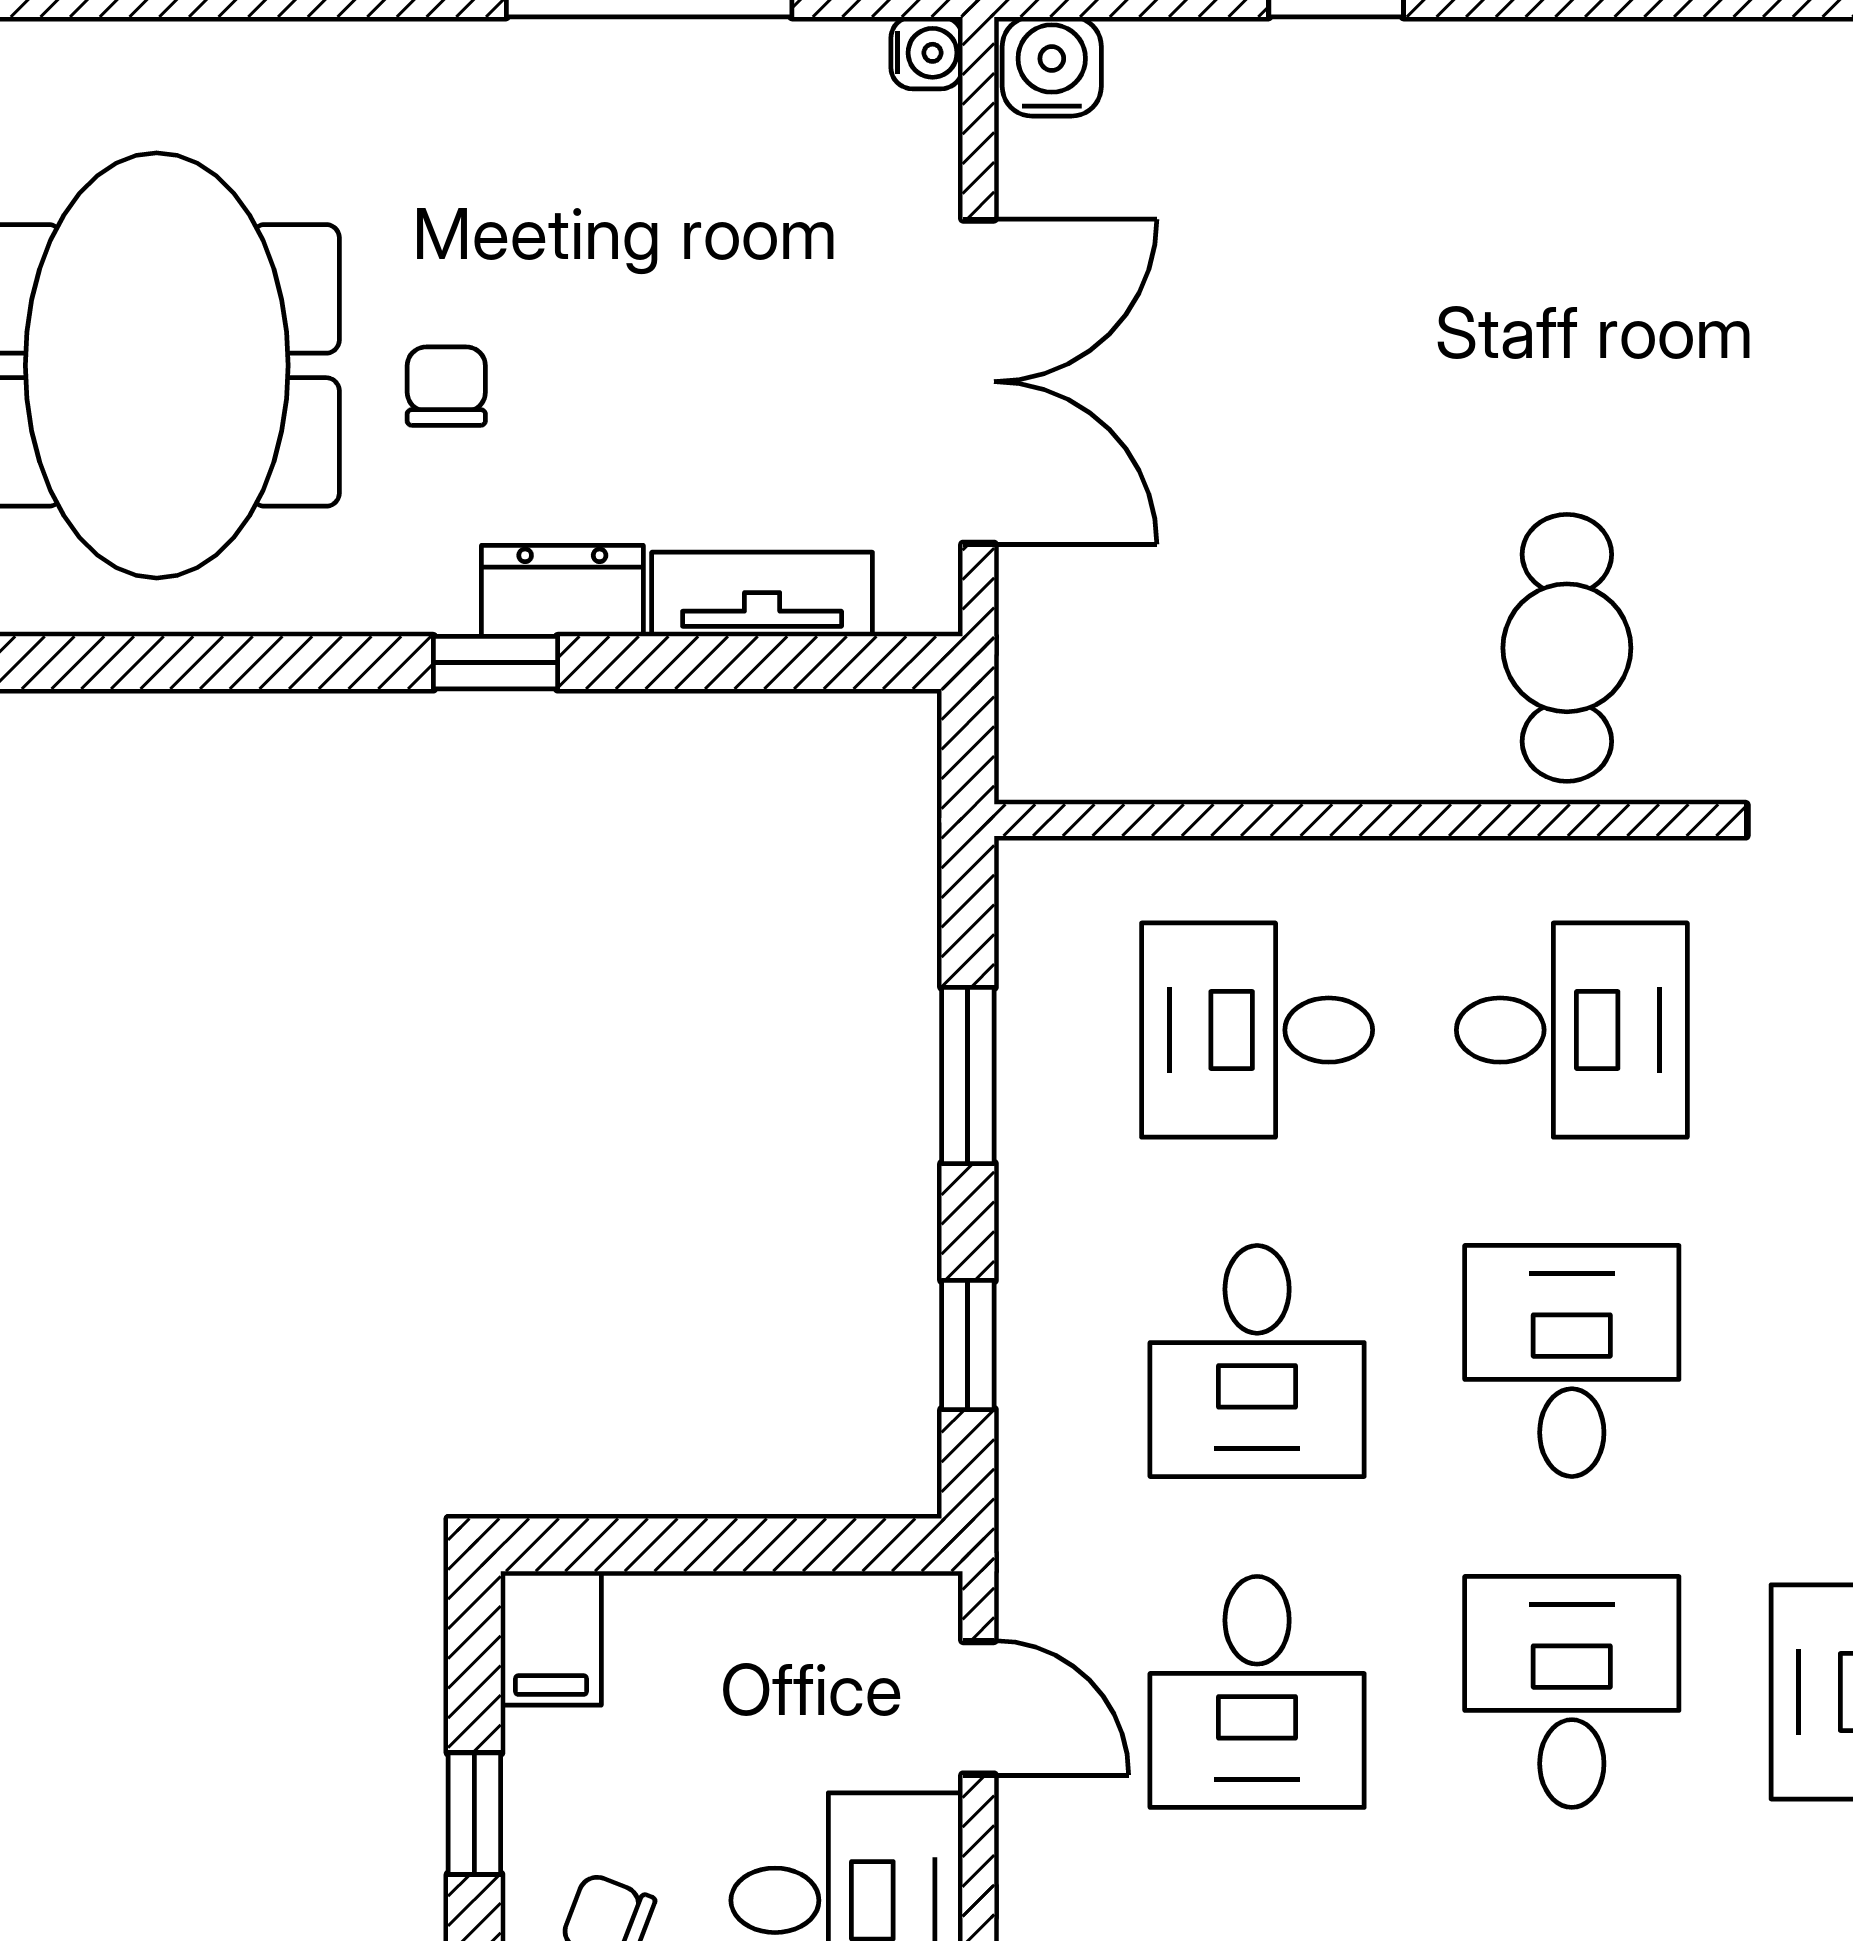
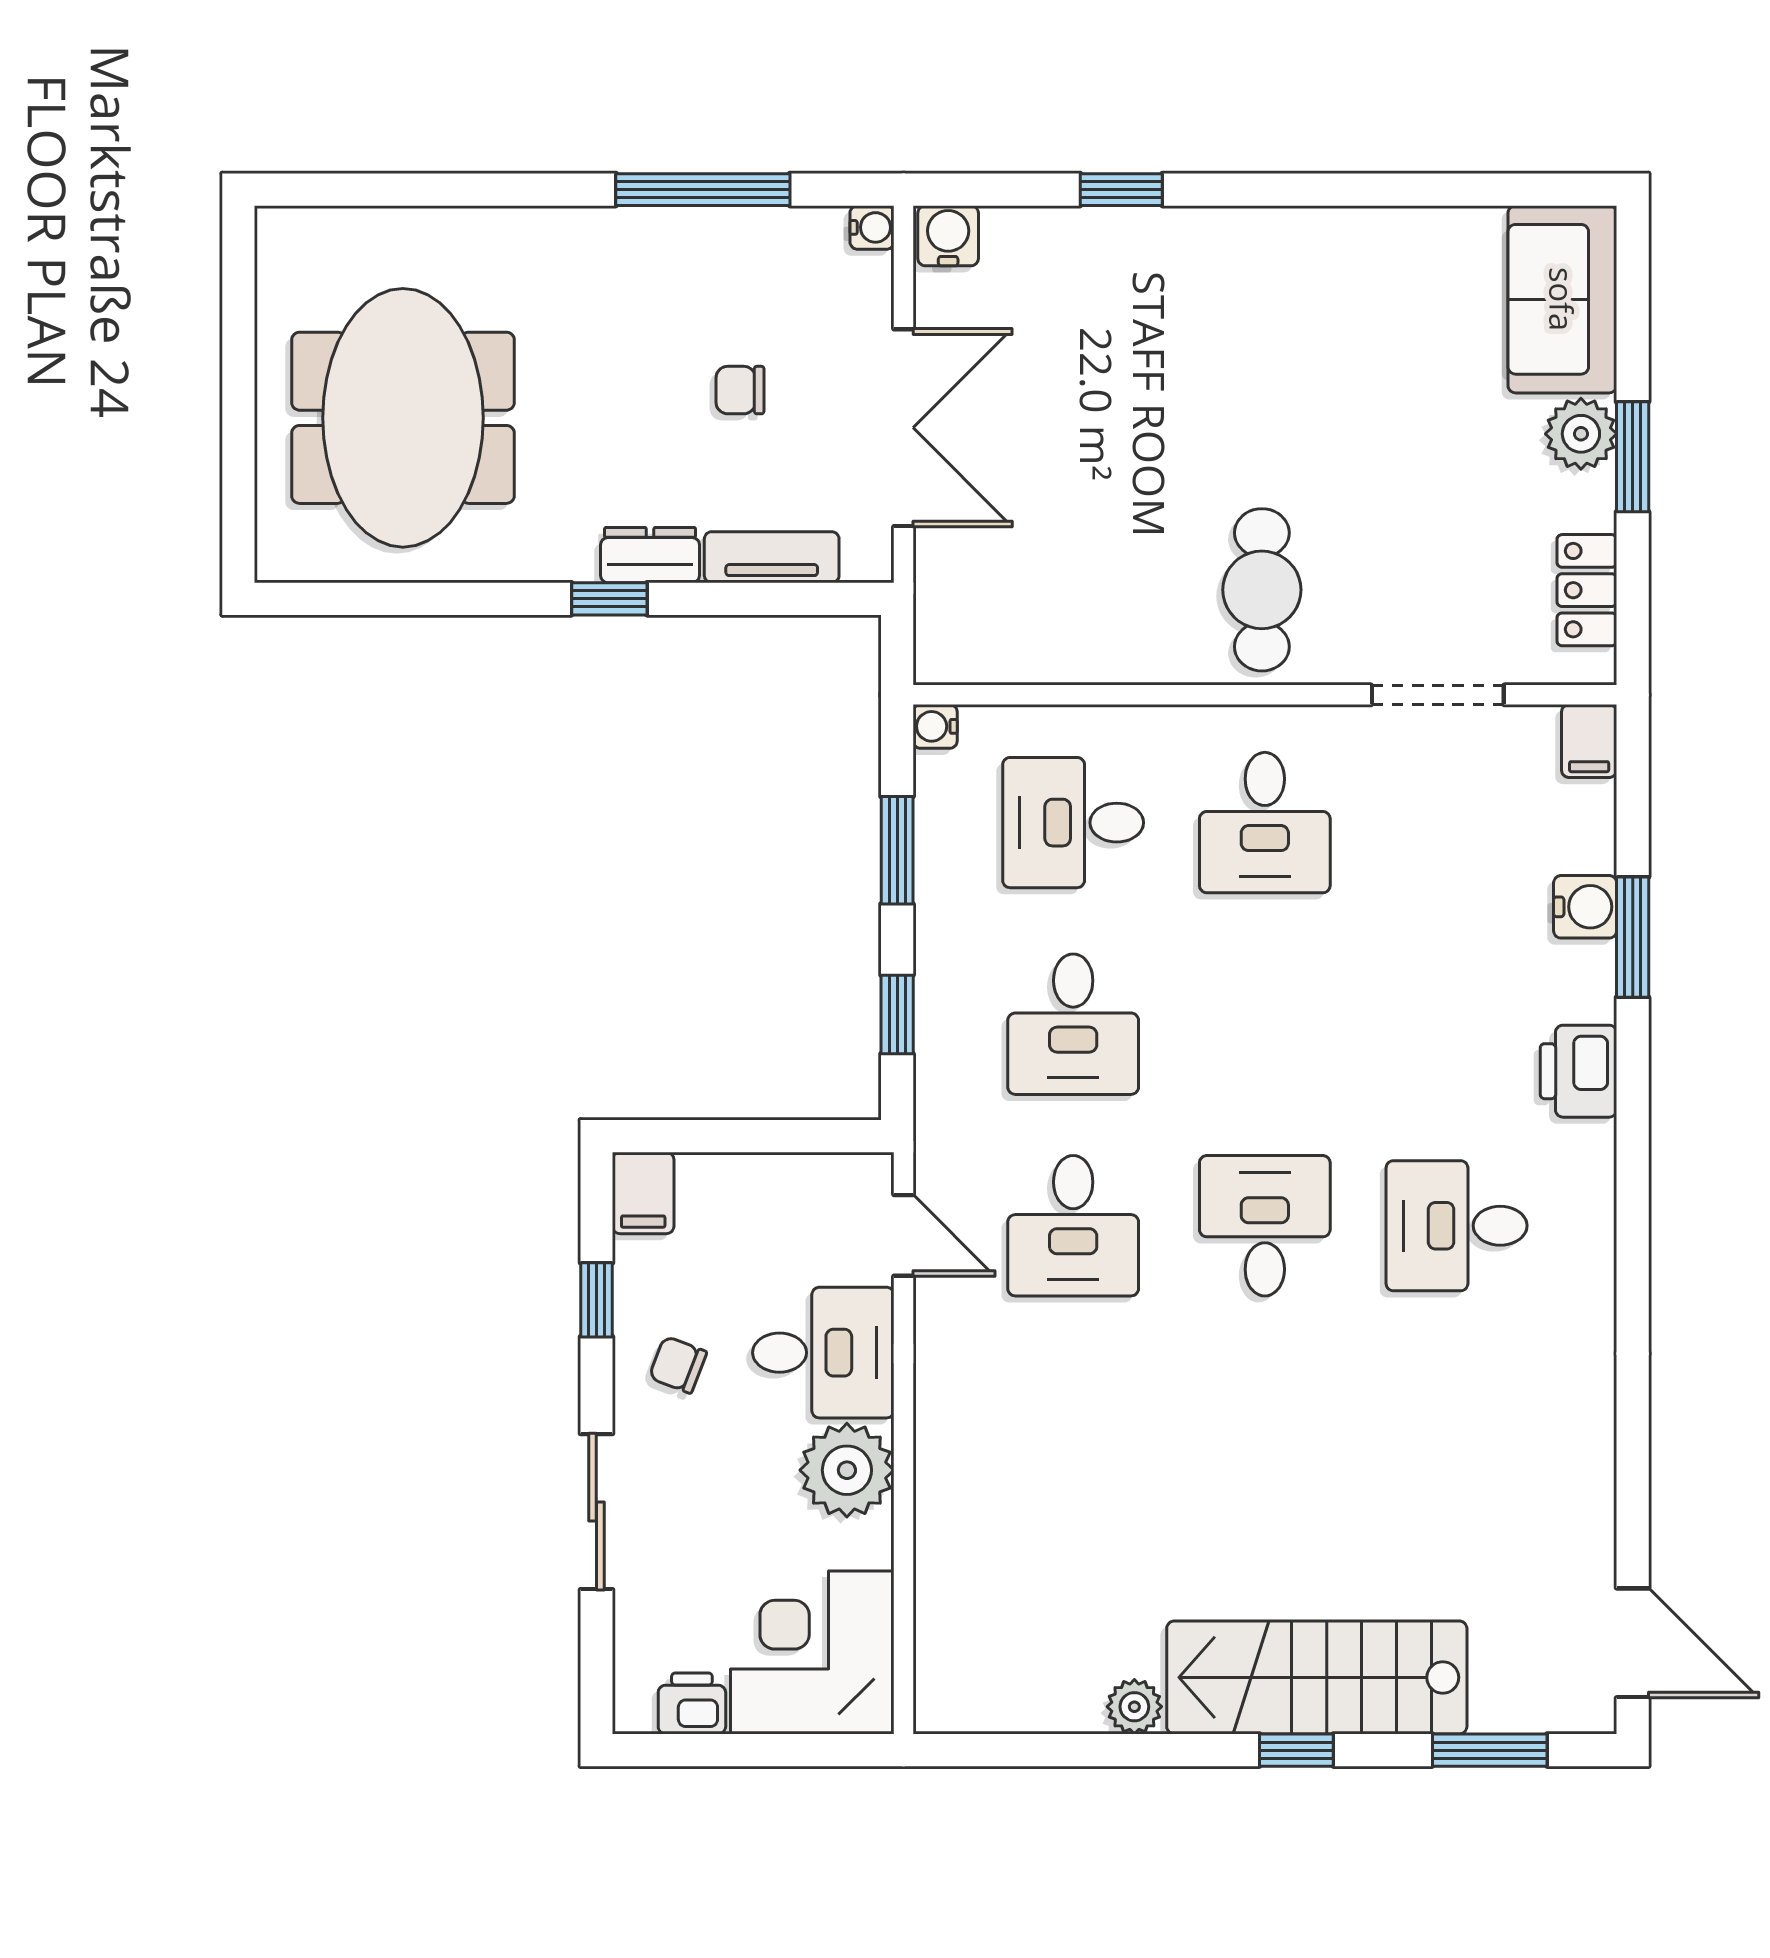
chair: (446, 386) -> (740, 390), moved, turned -90
water cooler: (1030, 872) -> (935, 726), added
desk: (1572, 1030) -> (1265, 823), turned 90
desk: (1572, 1361) -> (1265, 1024), removed

